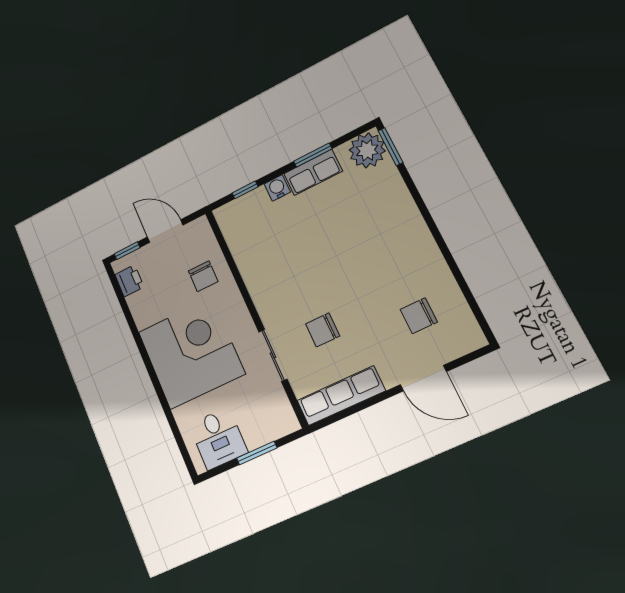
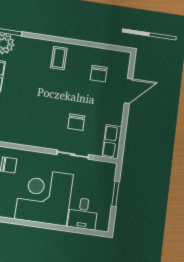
coffee table: (401, 241) -> (59, 58), added
row of seats: (341, 396) -> (112, 142), width x0.68
desk: (218, 438) -> (83, 213), moved, turned 90

